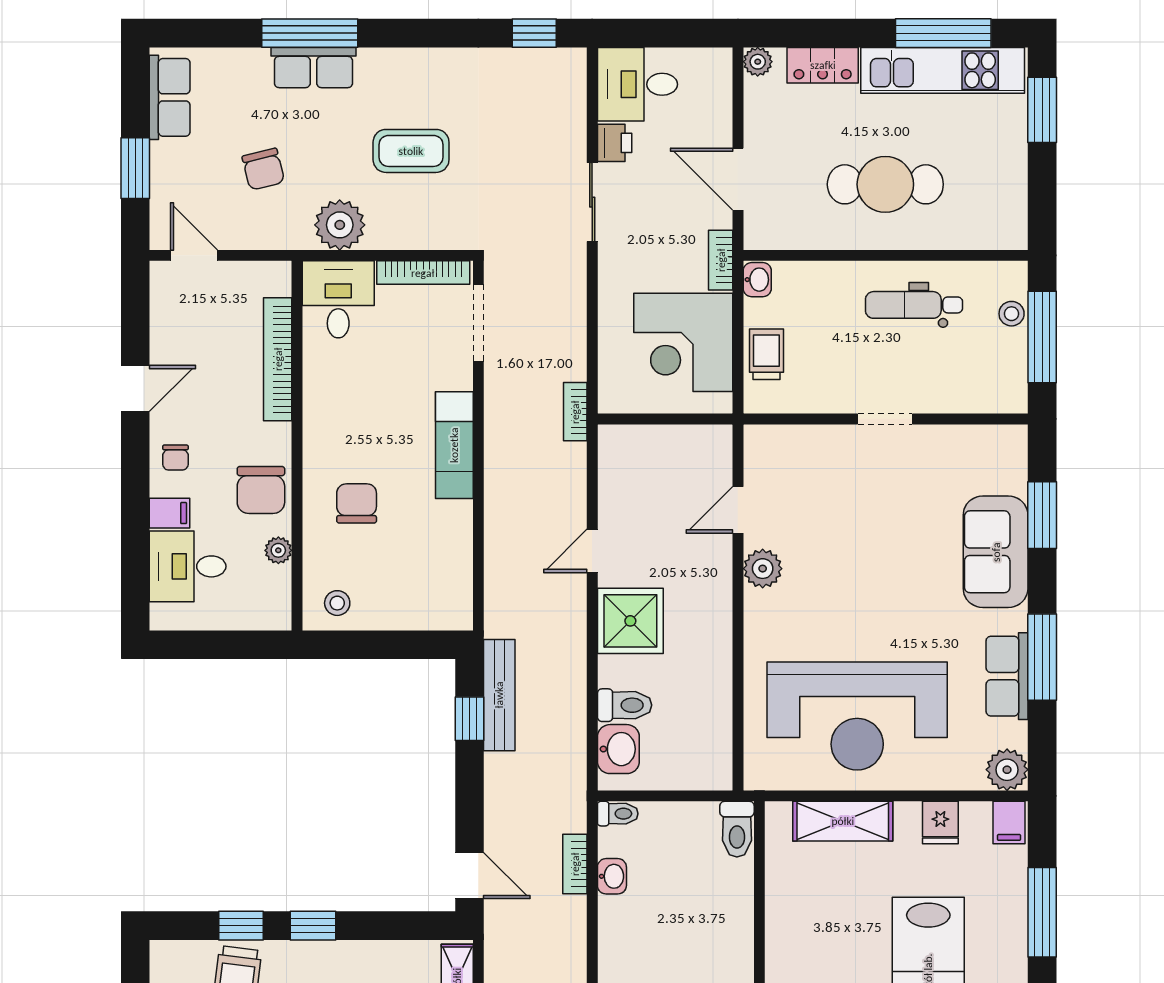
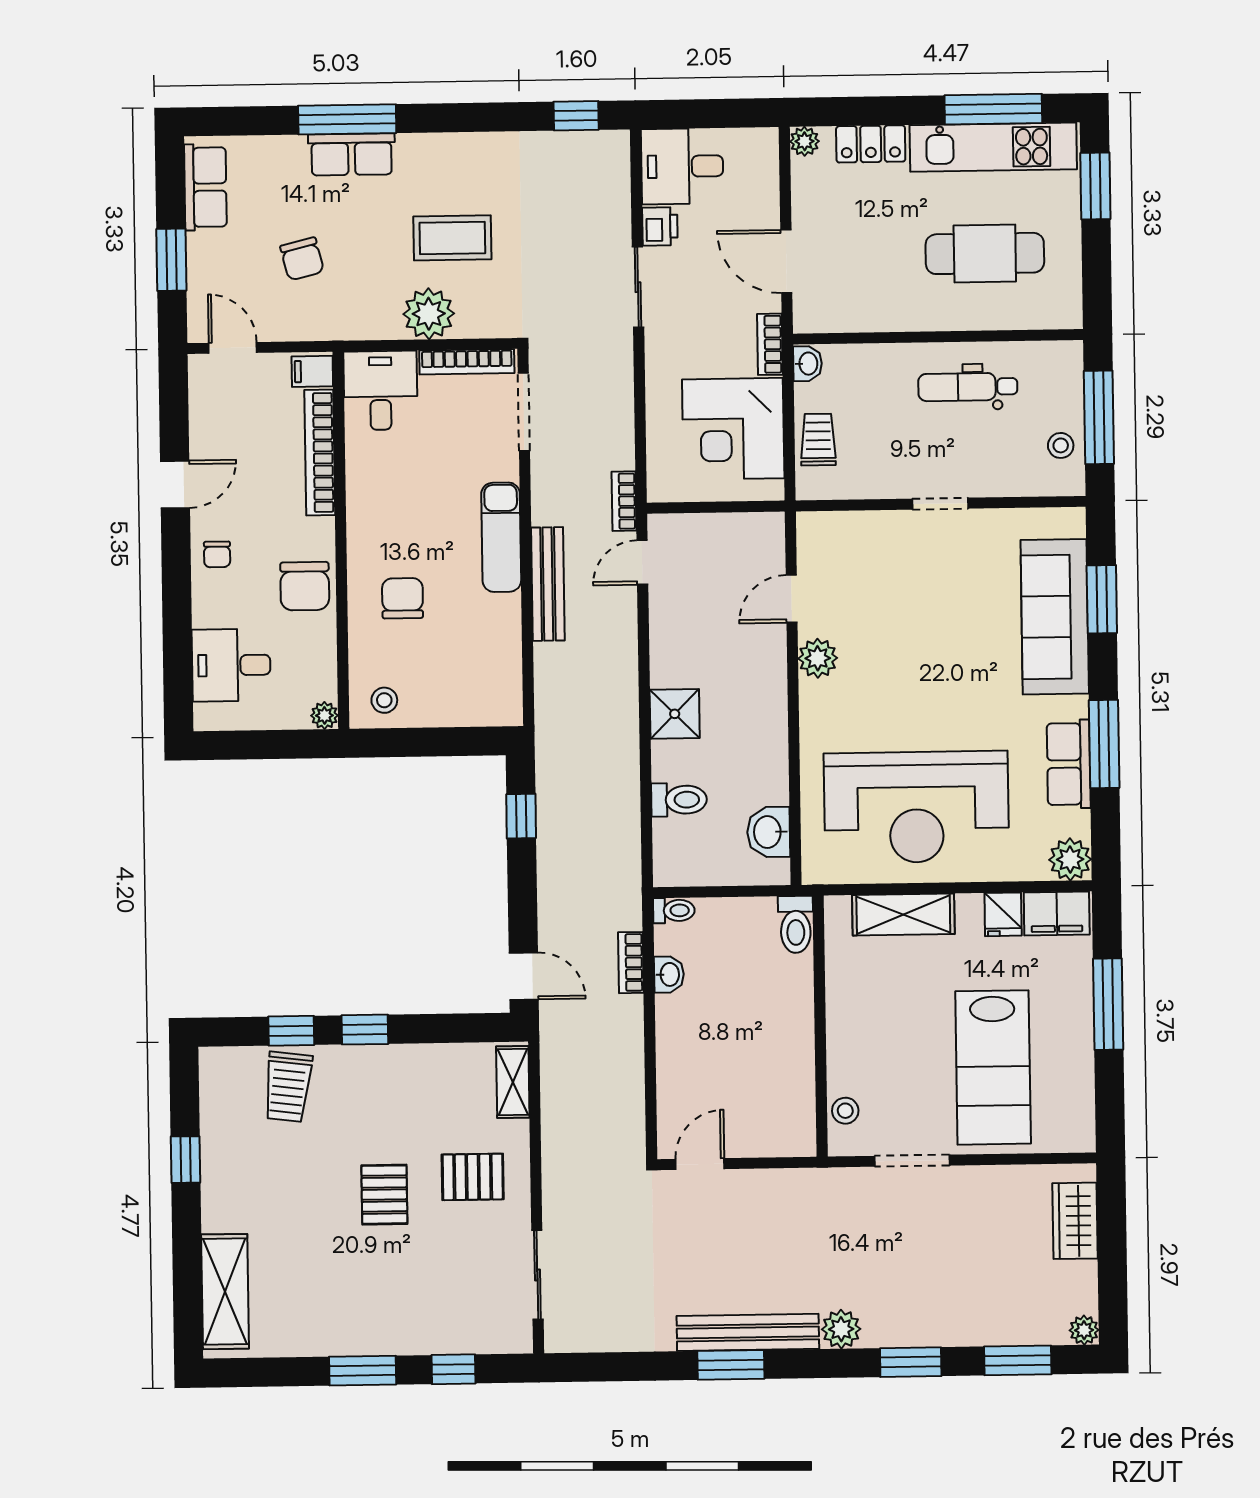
cafe table: (885, 184) -> (985, 253), moved
plant: (340, 225) -> (429, 314), moved
stool: (1012, 314) -> (1061, 445), moved
filing cabinet: (170, 513) -> (312, 371), moved, turned 180
plant: (278, 550) -> (324, 715), moved
door: (592, 551) -> (642, 562), moved
sofa: (996, 552) -> (1055, 617), width x1.36
shower: (630, 621) -> (675, 714), width x0.73, depth x0.73
bench: (499, 695) -> (548, 584), moved
washbasin: (618, 749) -> (769, 832), moved, turned 180
filing cabinet: (1009, 822) -> (1057, 914), width x2.00

